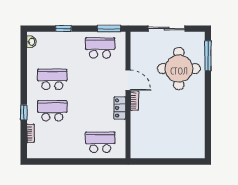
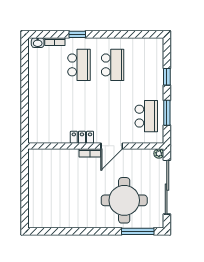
window: (109, 29) -> (167, 113), moved
sliding door: (167, 29) -> (167, 187), width x1.36
plant: (135, 36) -> (159, 153), added
washbasin: (32, 42) -> (38, 43), moved
school desk: (100, 142) -> (45, 116), removed

